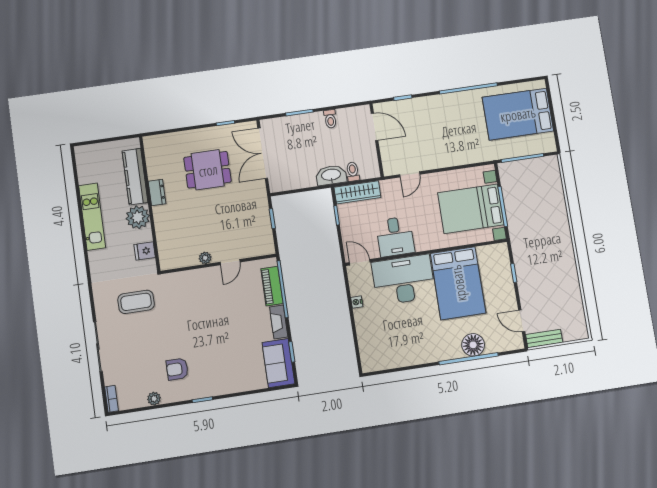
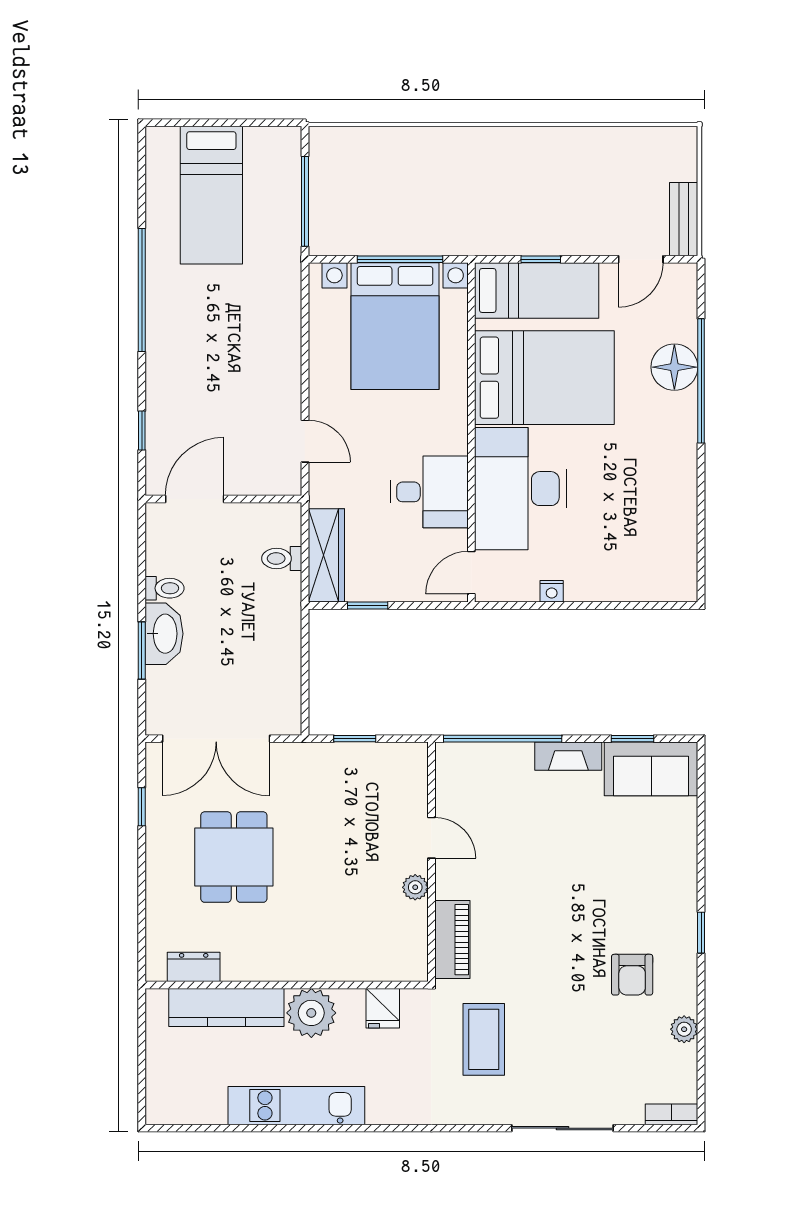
bed: (518, 114) -> (211, 195), width x0.67
washbasin: (331, 175) -> (164, 634), moved, turned 180
dresser: (157, 192) -> (194, 967), moved
bed: (499, 273) -> (537, 290), added
piano: (272, 286) -> (452, 940), moved, turned -90

